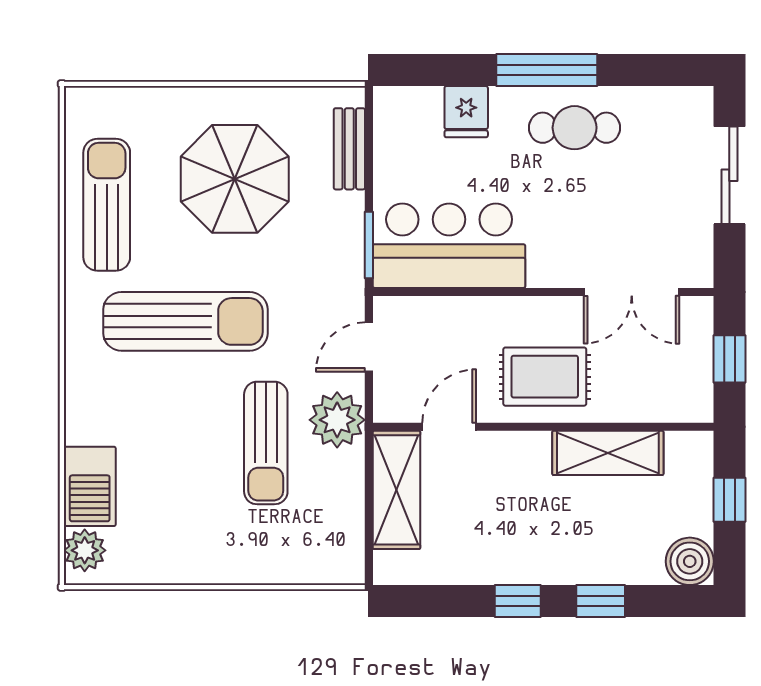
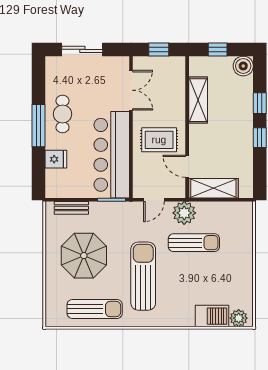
sun lounger: (107, 205) -> (95, 309), turned 180
bar counter: (449, 246) -> (112, 155), width x1.36
door: (369, 347) -> (154, 200), hinge flipped
rug: (545, 377) -> (159, 140), moved, turned 90

